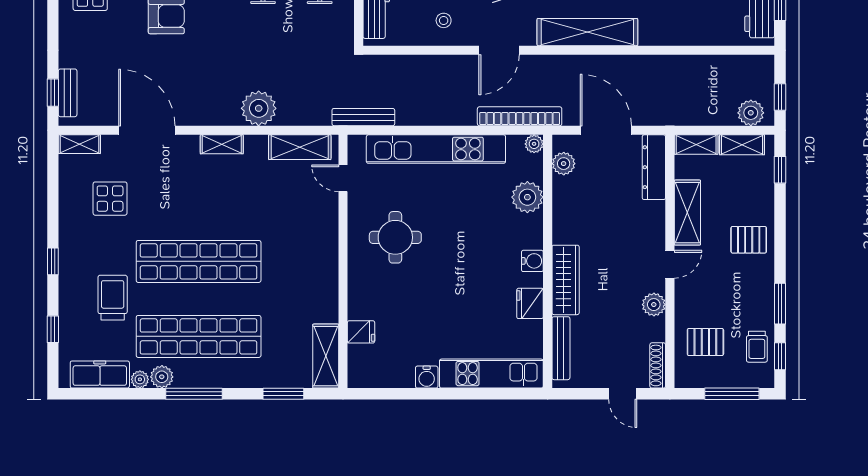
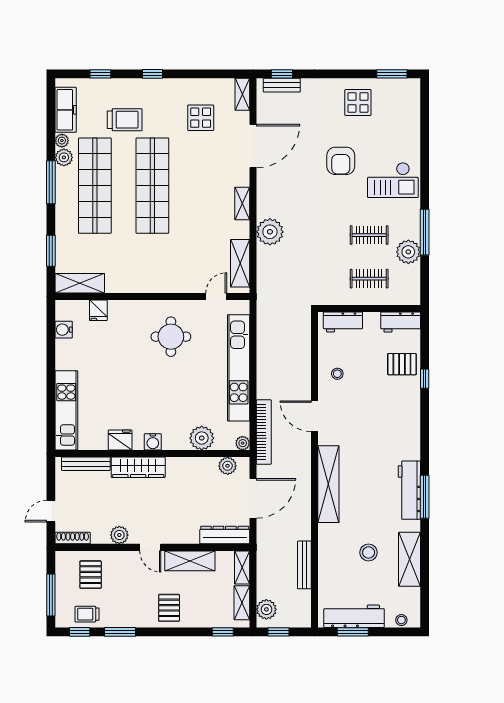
bench: (363, 117) -> (304, 565), moved
water cooler: (427, 377) -> (64, 330), moved

